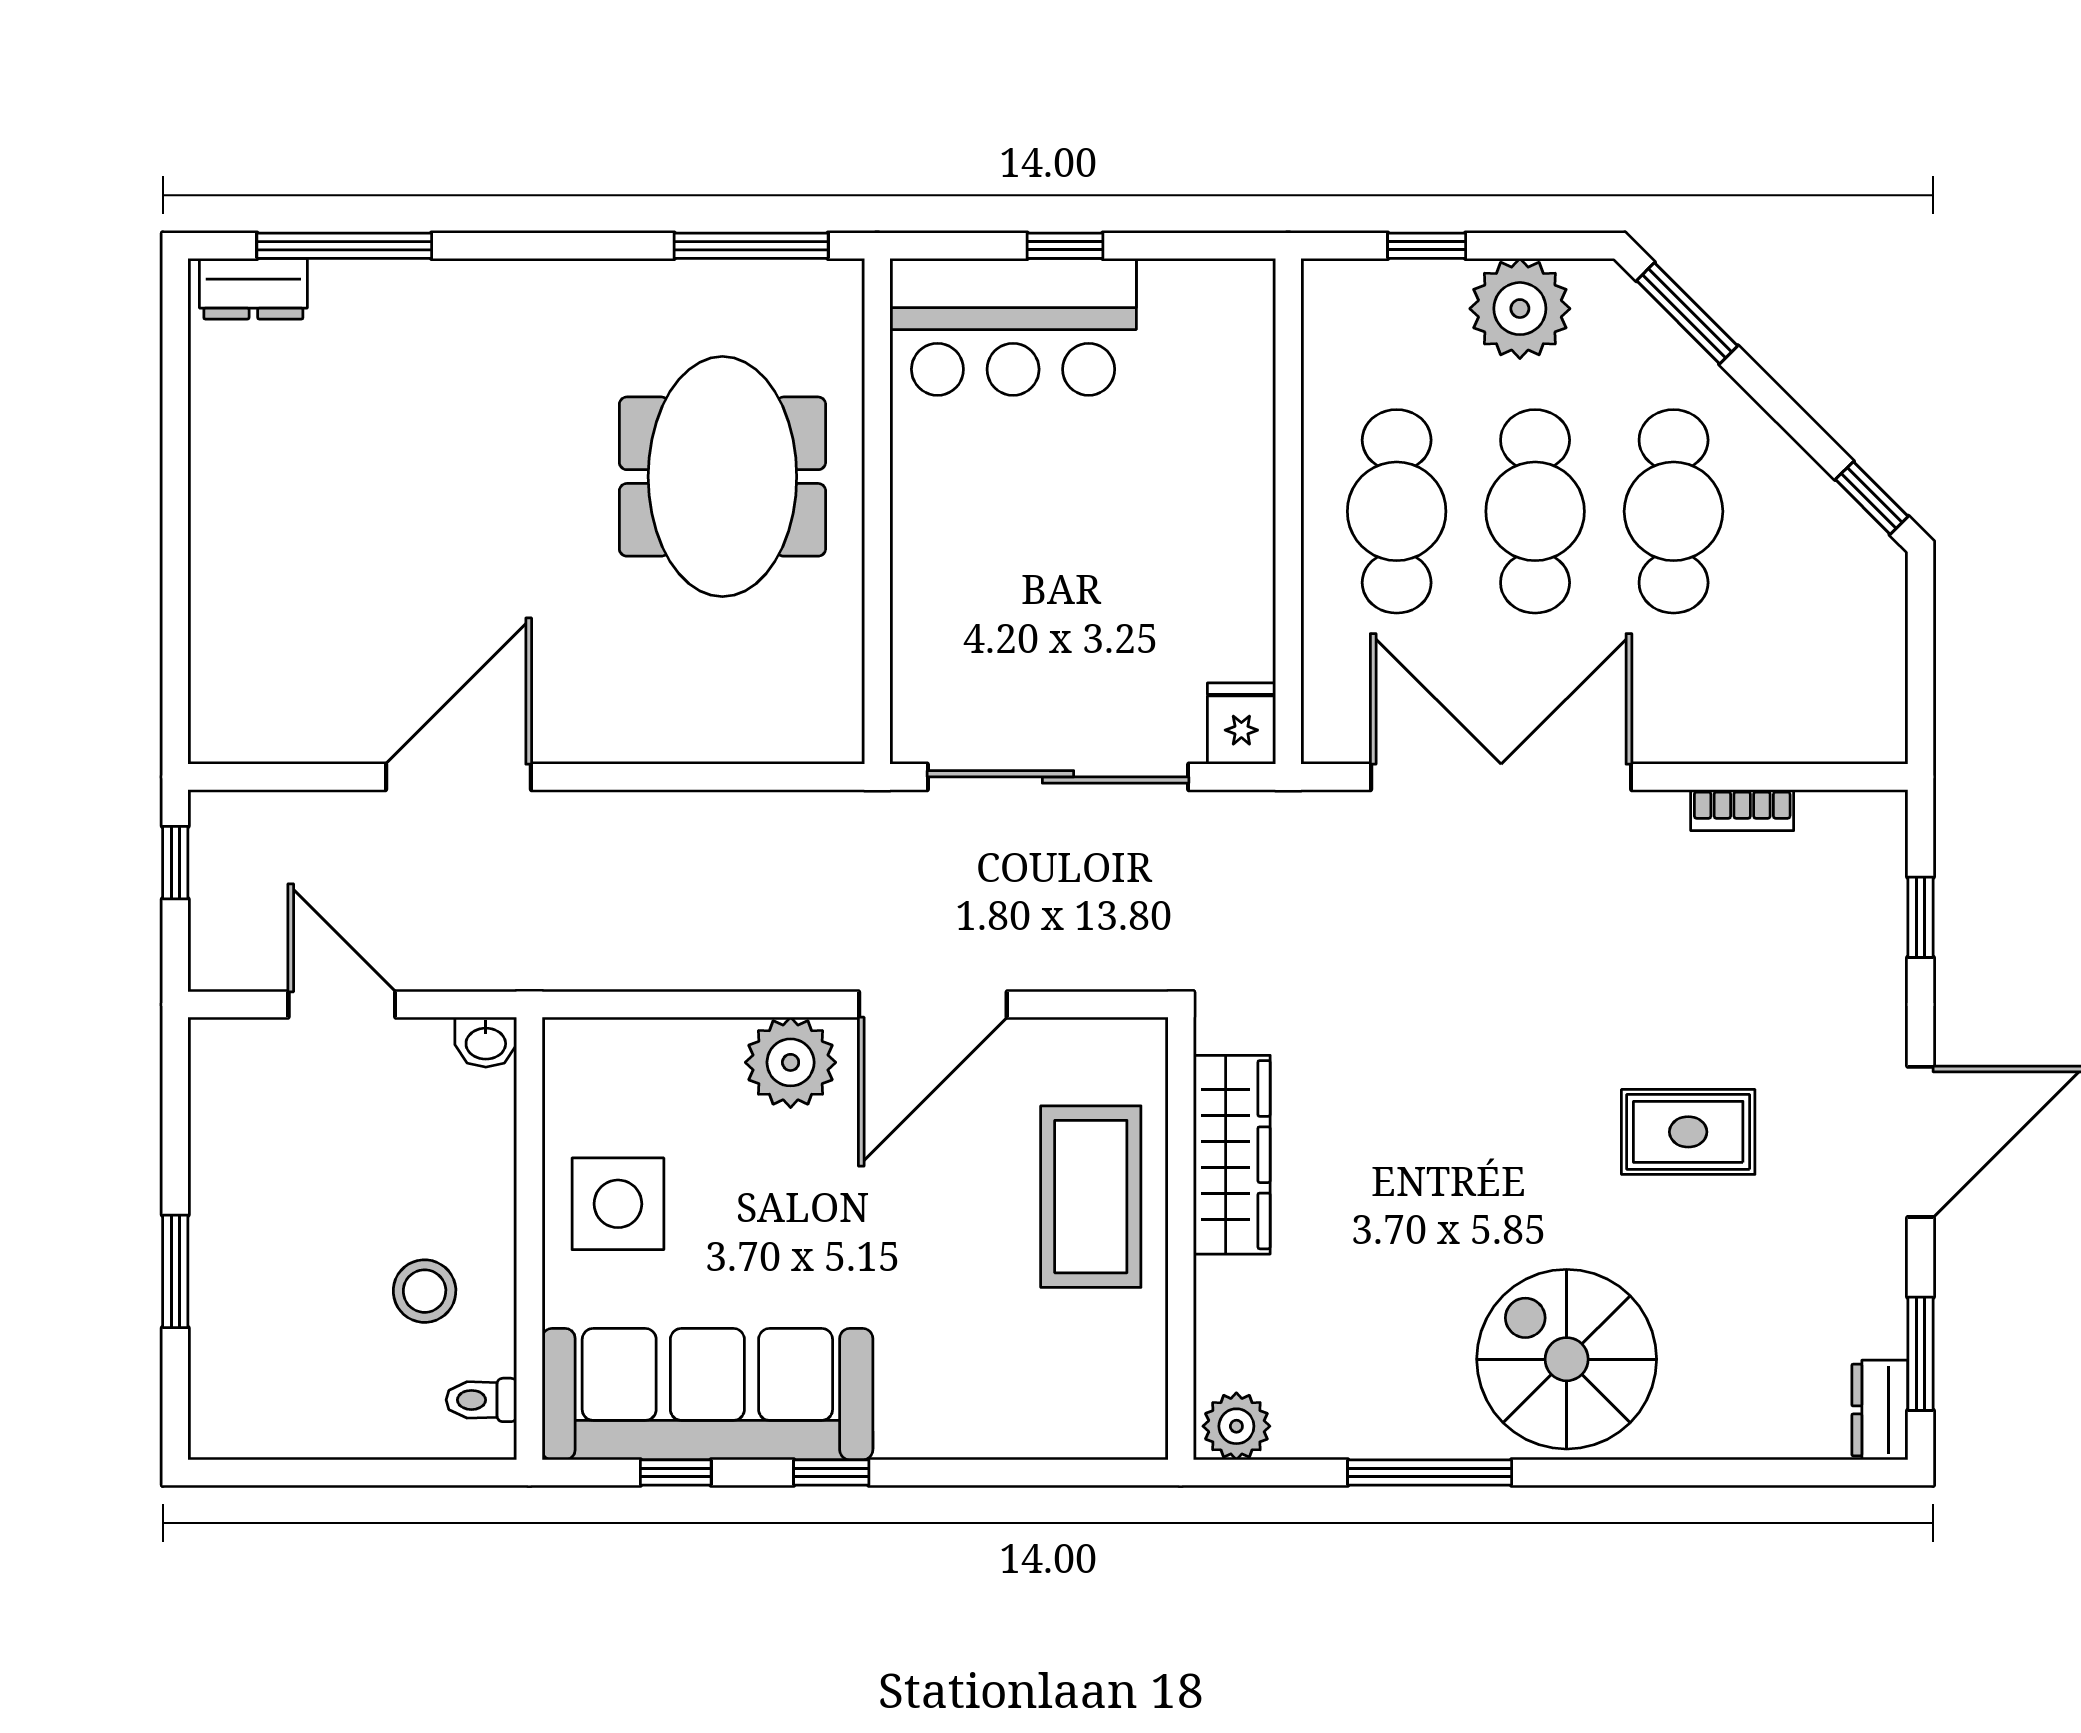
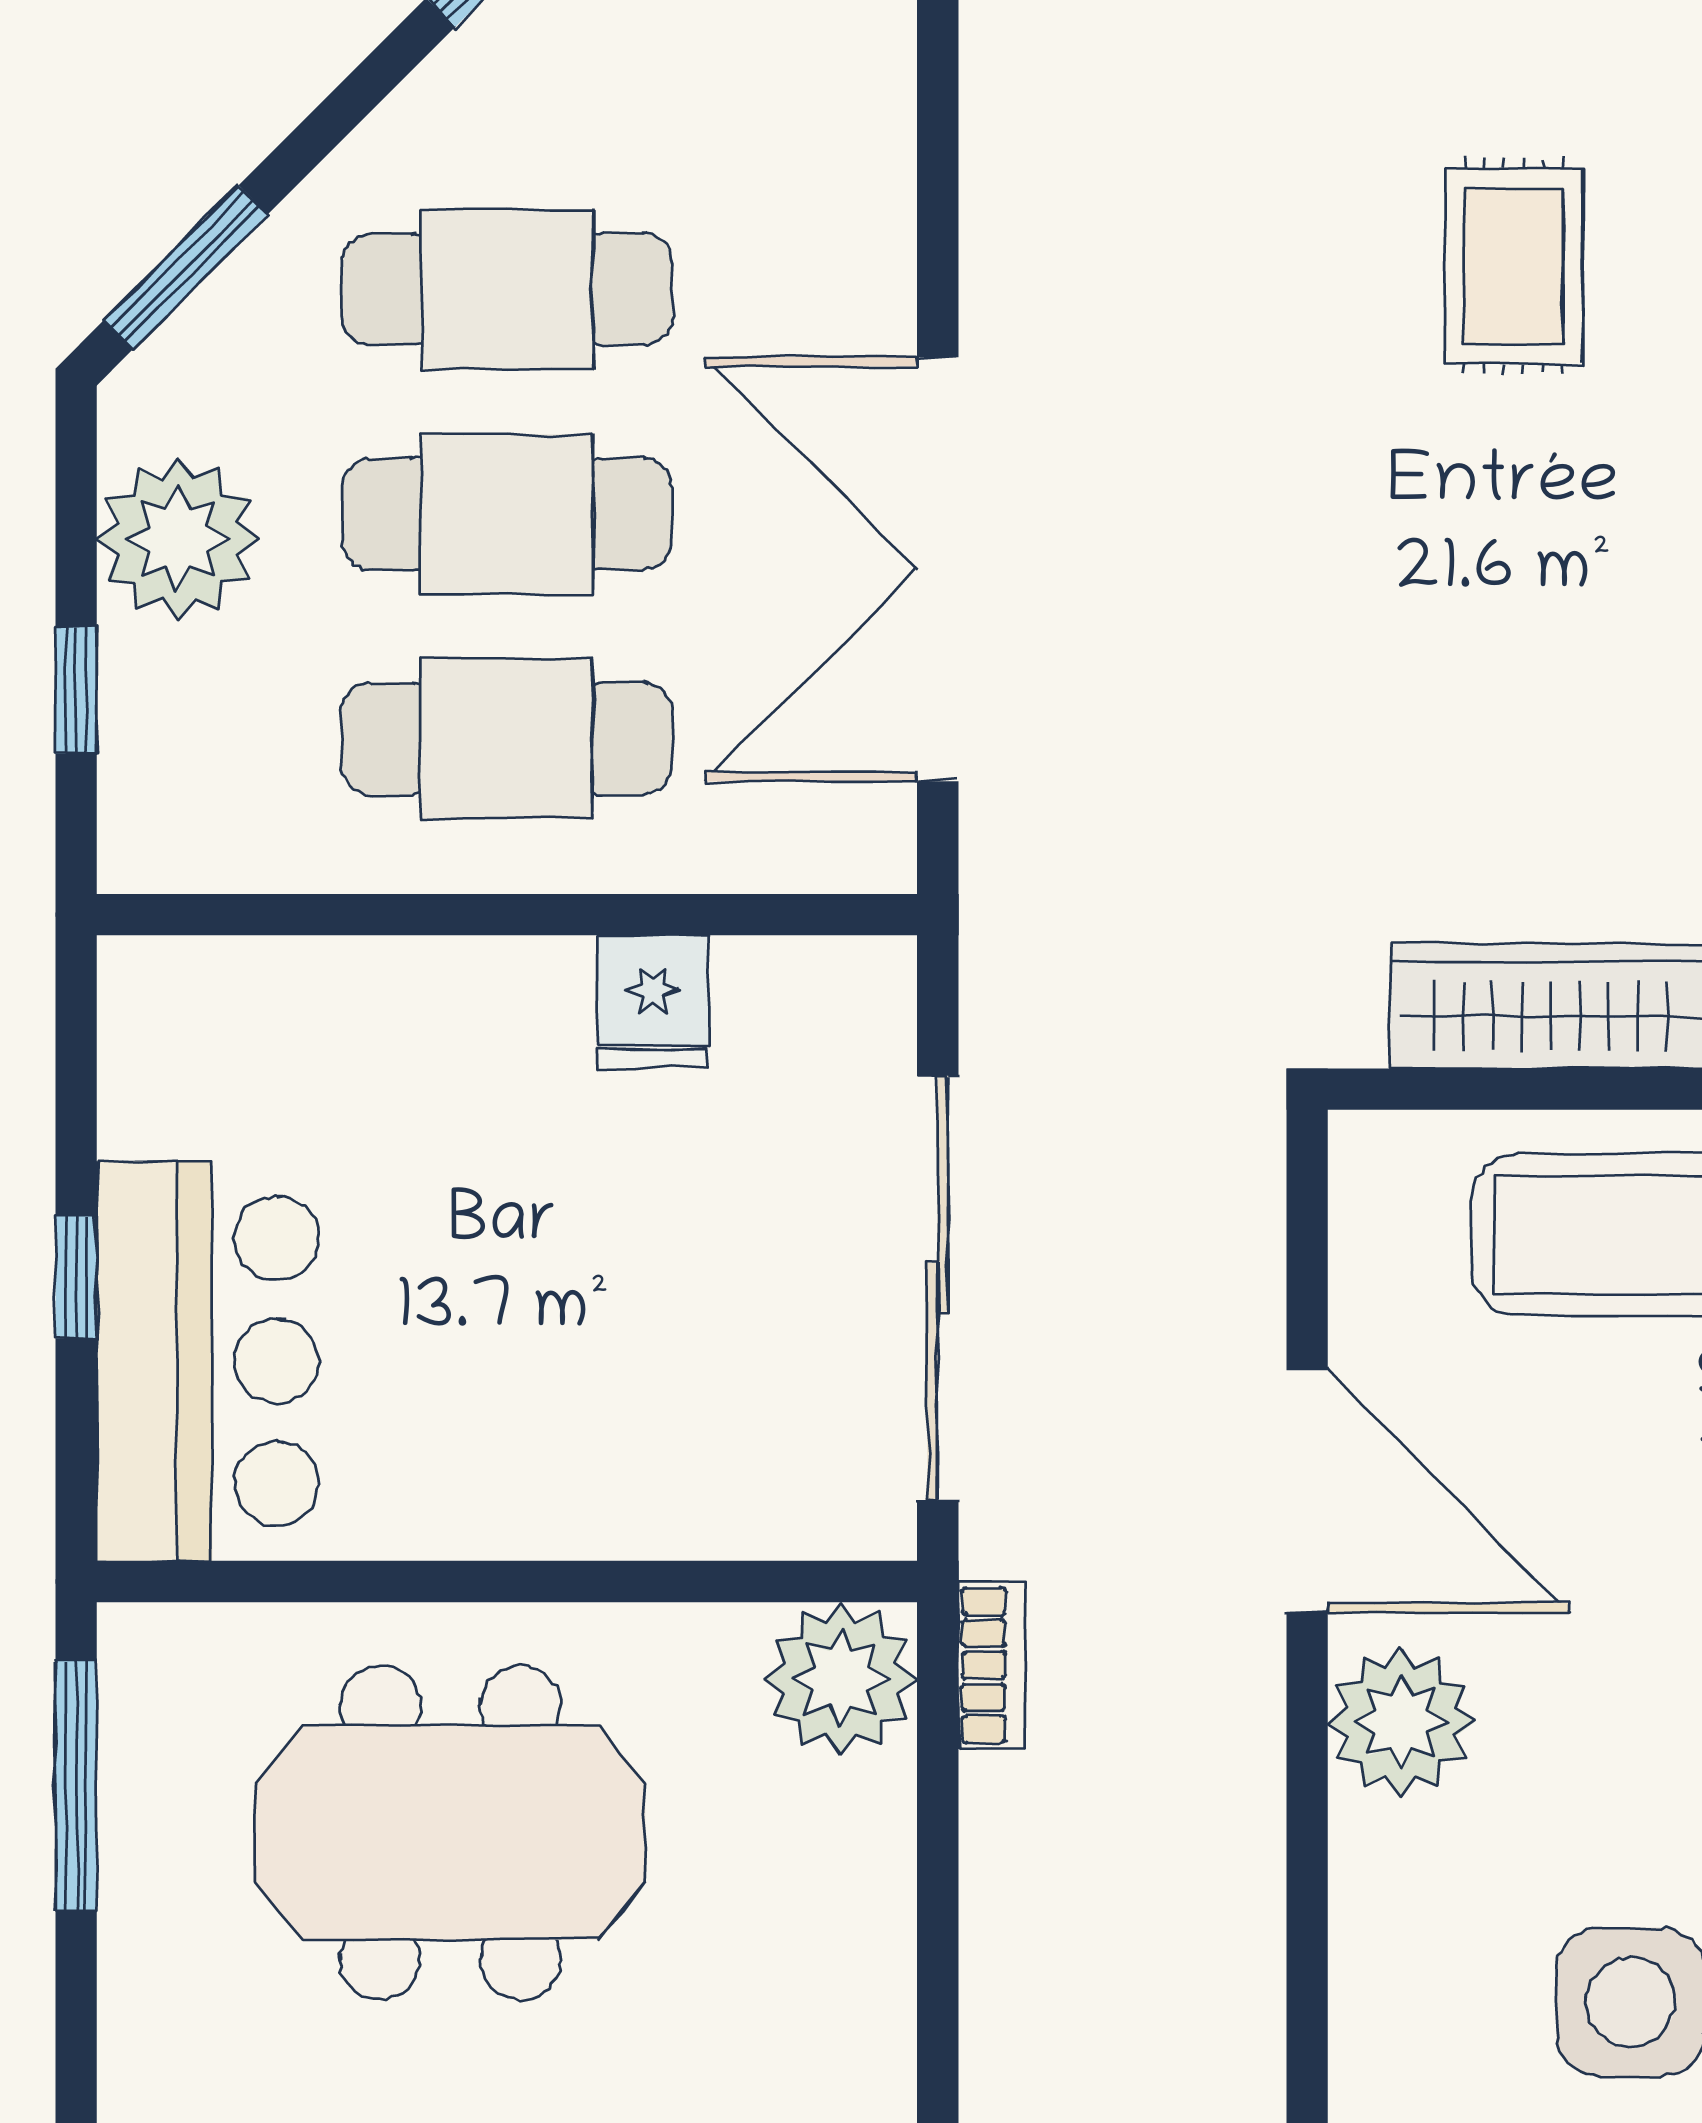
plant: (817, 717) -> (841, 1678), added
fridge: (1241, 724) -> (653, 1001), moved, turned -90
bookcase: (1742, 810) -> (992, 1665), moved

